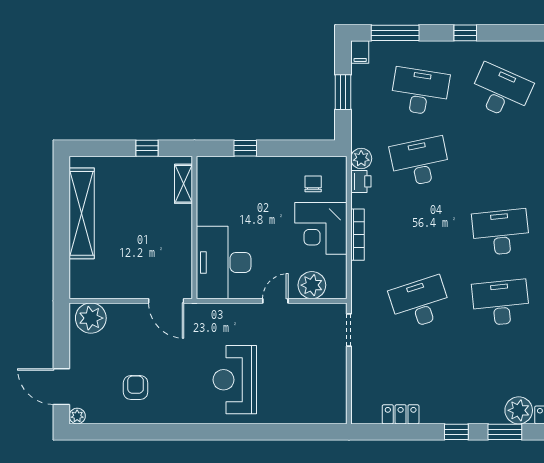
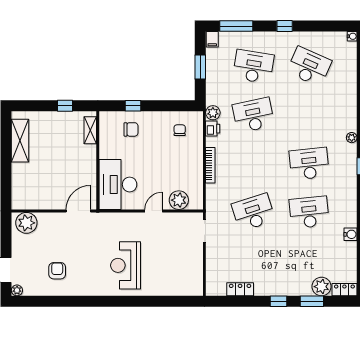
chair: (242, 183) -> (131, 129), added
shelving: (82, 213) -> (20, 141), width x0.68
corner desk: (321, 228) -> (185, 161), removed
door: (166, 301) -> (78, 211), swing flipped

